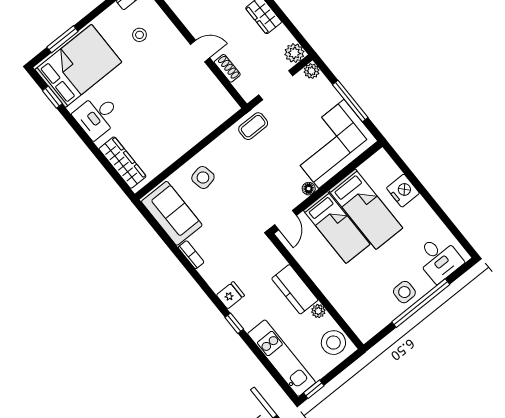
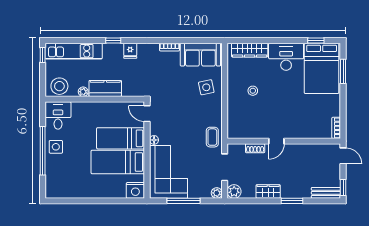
stool: (139, 35) -> (253, 91), moved
desk: (97, 116) -> (286, 57), width x1.37
nightstand: (403, 191) -> (135, 190), moved
desk: (439, 259) -> (58, 115), moved, turned 90

